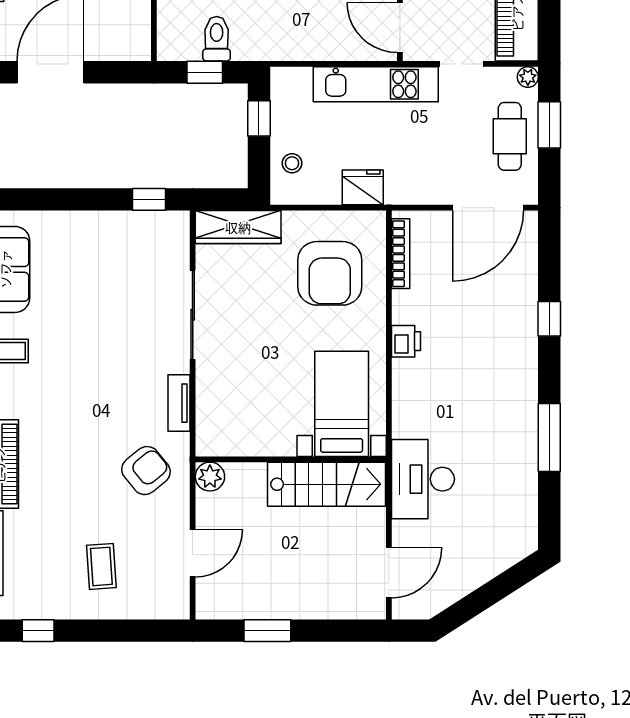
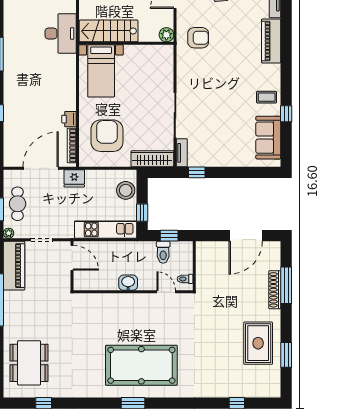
kitchen unit: (376, 84) -> (106, 230), moved
stool: (292, 163) -> (126, 190), width x1.89, depth x1.89
fridge: (363, 187) -> (74, 178), moved
door: (488, 208) -> (41, 168), moved
printer: (406, 341) -> (69, 119), moved
tv unit: (179, 403) -> (182, 153), moved
armchair: (146, 471) -> (198, 38), turned -141

